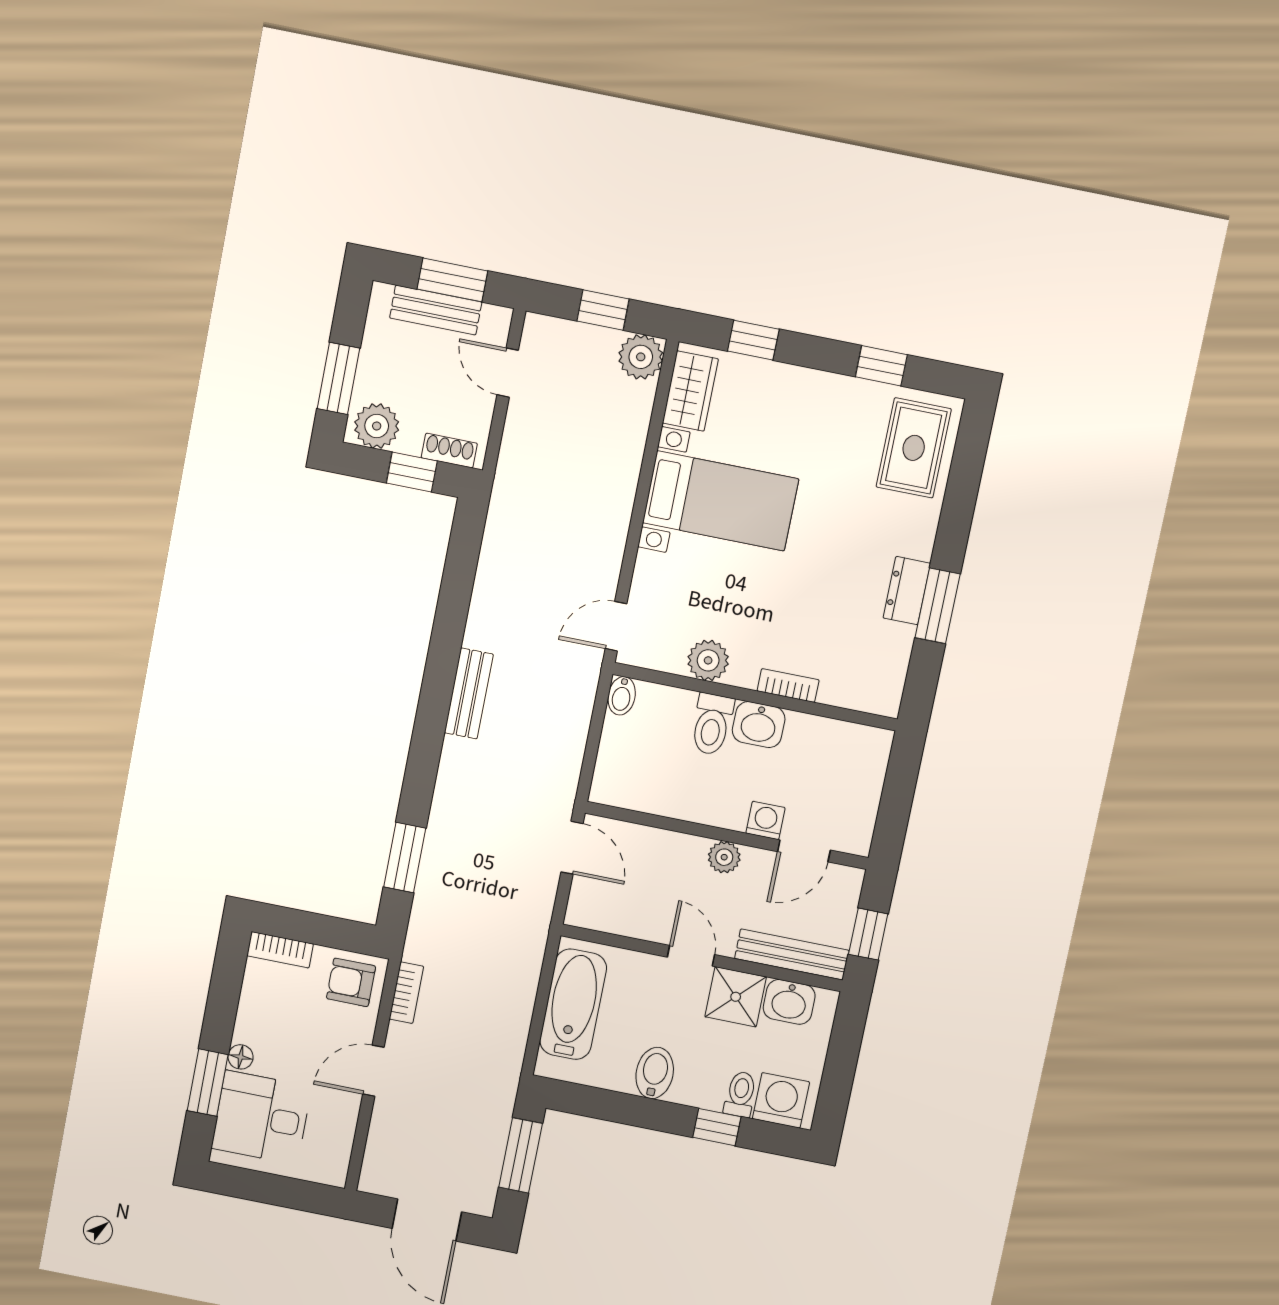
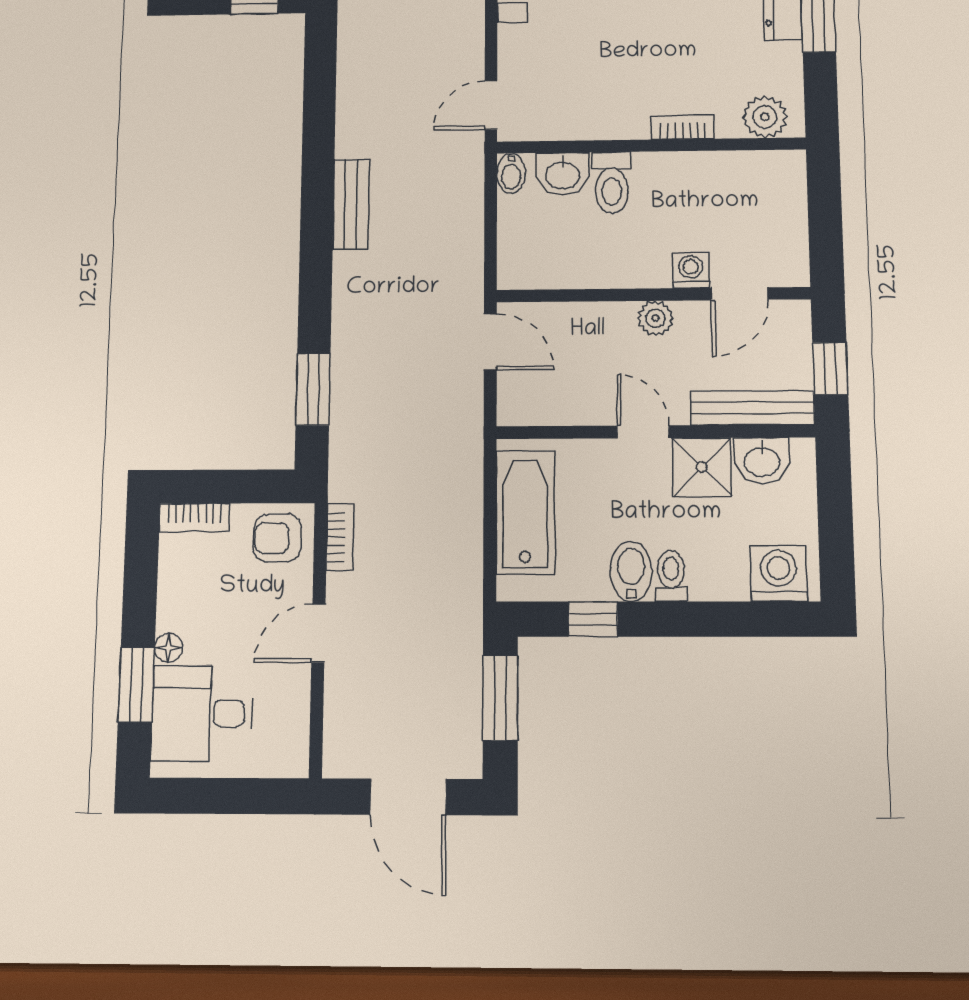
plant: (708, 660) -> (765, 117), moved
washbasin: (759, 725) -> (563, 174), moved
toilet: (740, 1094) -> (671, 576), moved
window: (717, 1127) -> (593, 619), moved

